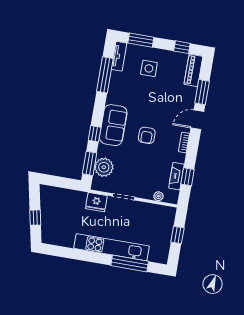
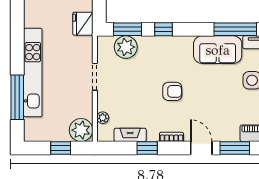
sofa: (113, 125) -> (218, 50), moved
armchair: (147, 135) -> (172, 91), turned 180
window: (187, 177) -> (147, 148), moved
fridge: (96, 202) -> (83, 24), moved
plant: (166, 216) -> (81, 130), added

